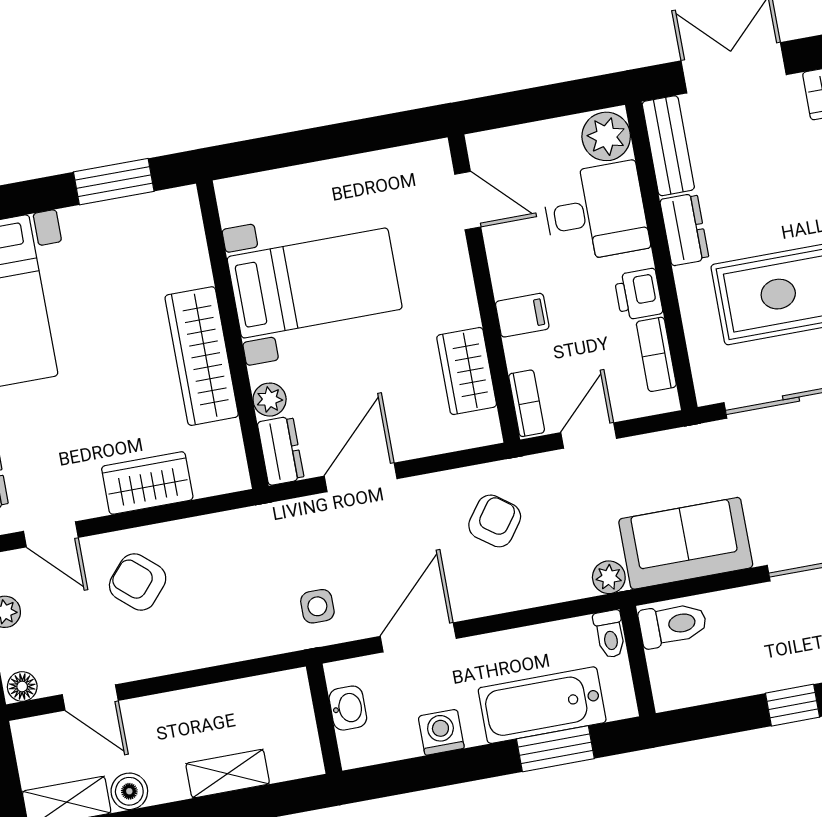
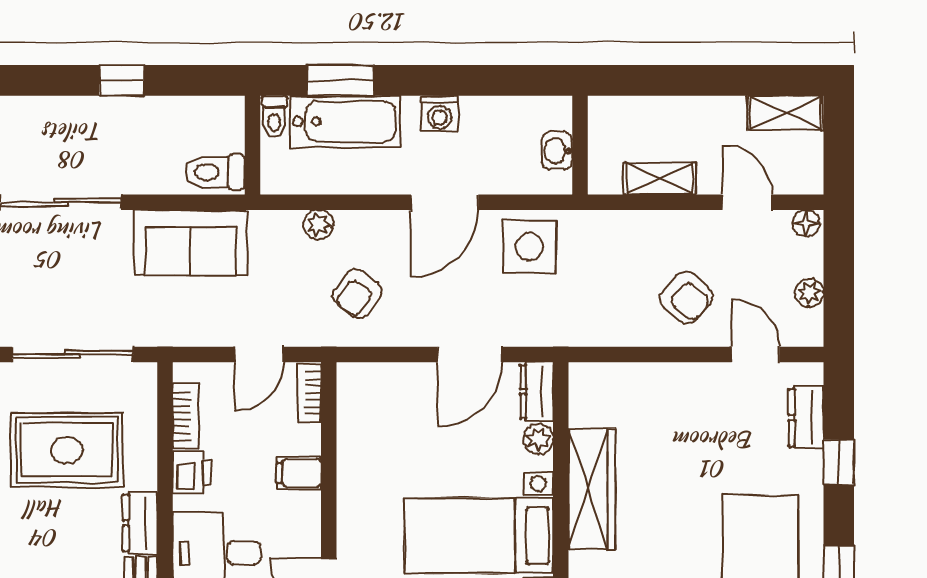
wardrobe: (467, 371) -> (358, 432), removed
wardrobe: (147, 483) -> (661, 385), removed
plant: (609, 577) -> (318, 225), moved
side table: (317, 606) -> (529, 247), width x1.87, depth x1.87
toilet: (610, 634) -> (274, 117), moved, turned 180
washbasin: (348, 708) -> (557, 151), moved
wall: (324, 719) -> (580, 145), moved
shelving: (228, 774) -> (660, 178), moved
boiler: (129, 791) -> (728, 112), removed

